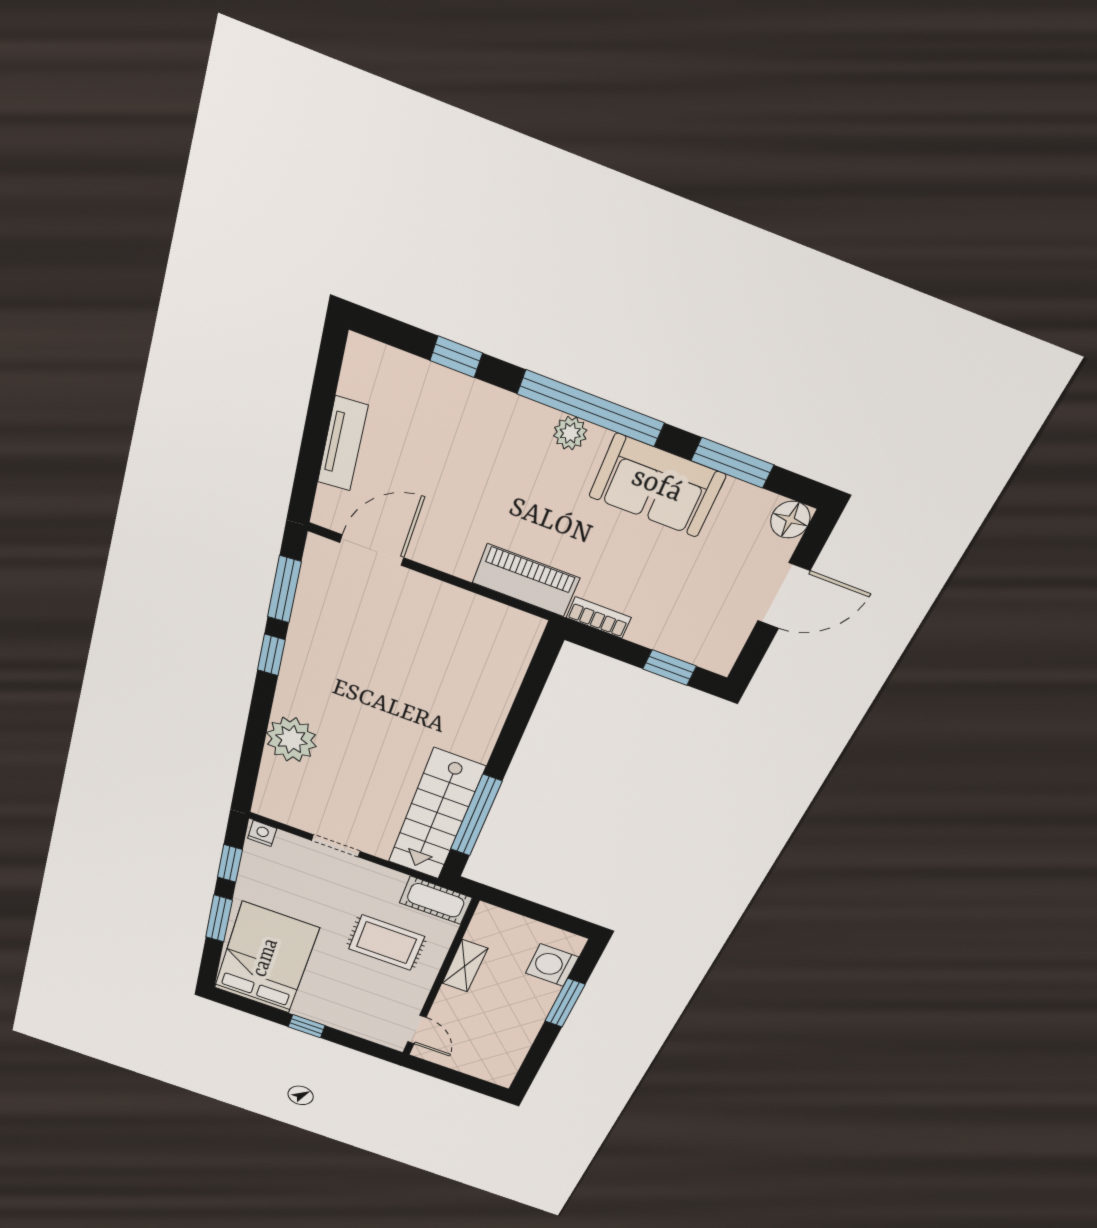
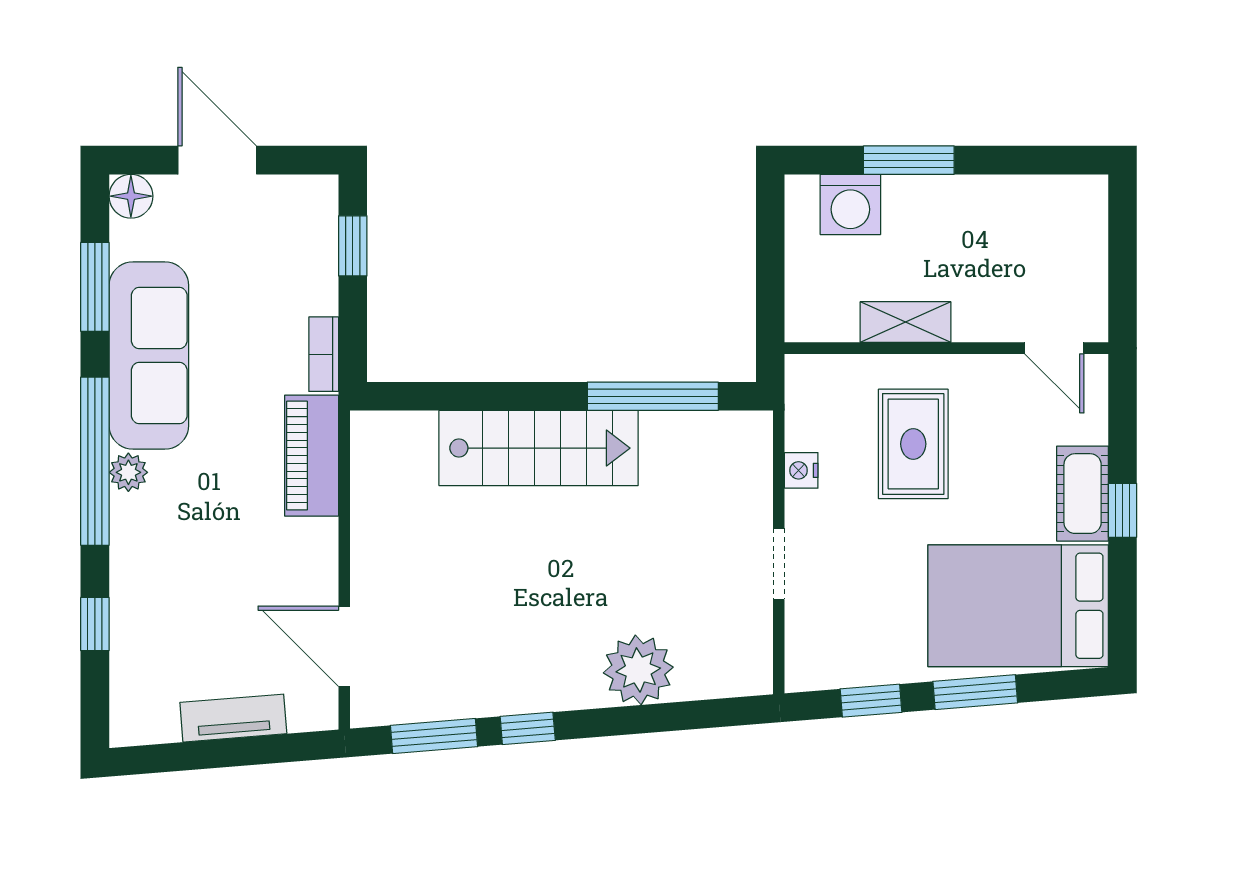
sofa: (657, 486) -> (149, 355), width x1.36
stairs: (436, 815) -> (539, 448), moved
nightstand: (262, 833) -> (801, 470), moved
cot: (436, 900) -> (1083, 494), moved
door: (417, 1030) -> (1054, 348), swing flipped

